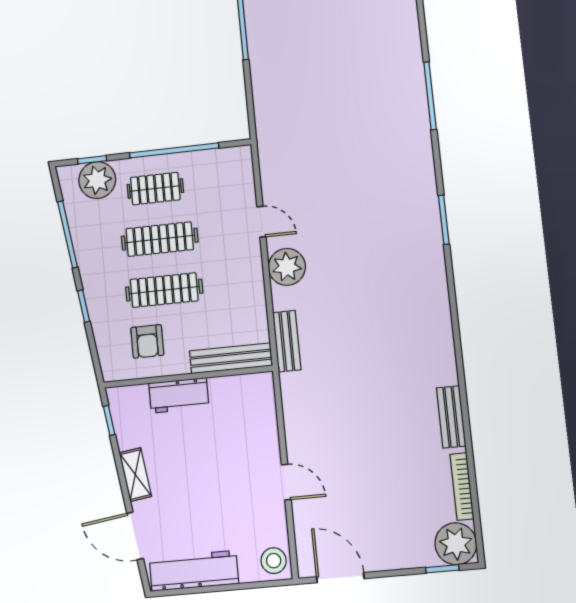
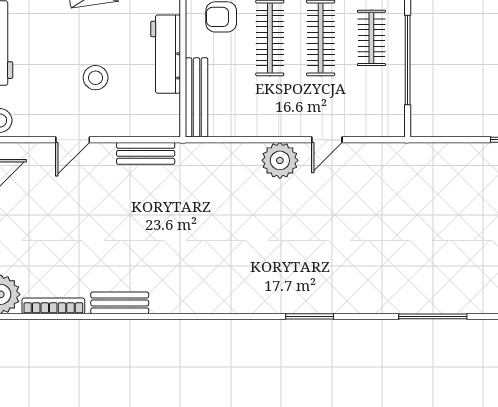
bench: (287, 341) -> (146, 153), moved
workbench: (179, 395) -> (166, 54), width x1.38
stool: (220, 464) -> (96, 78), added

